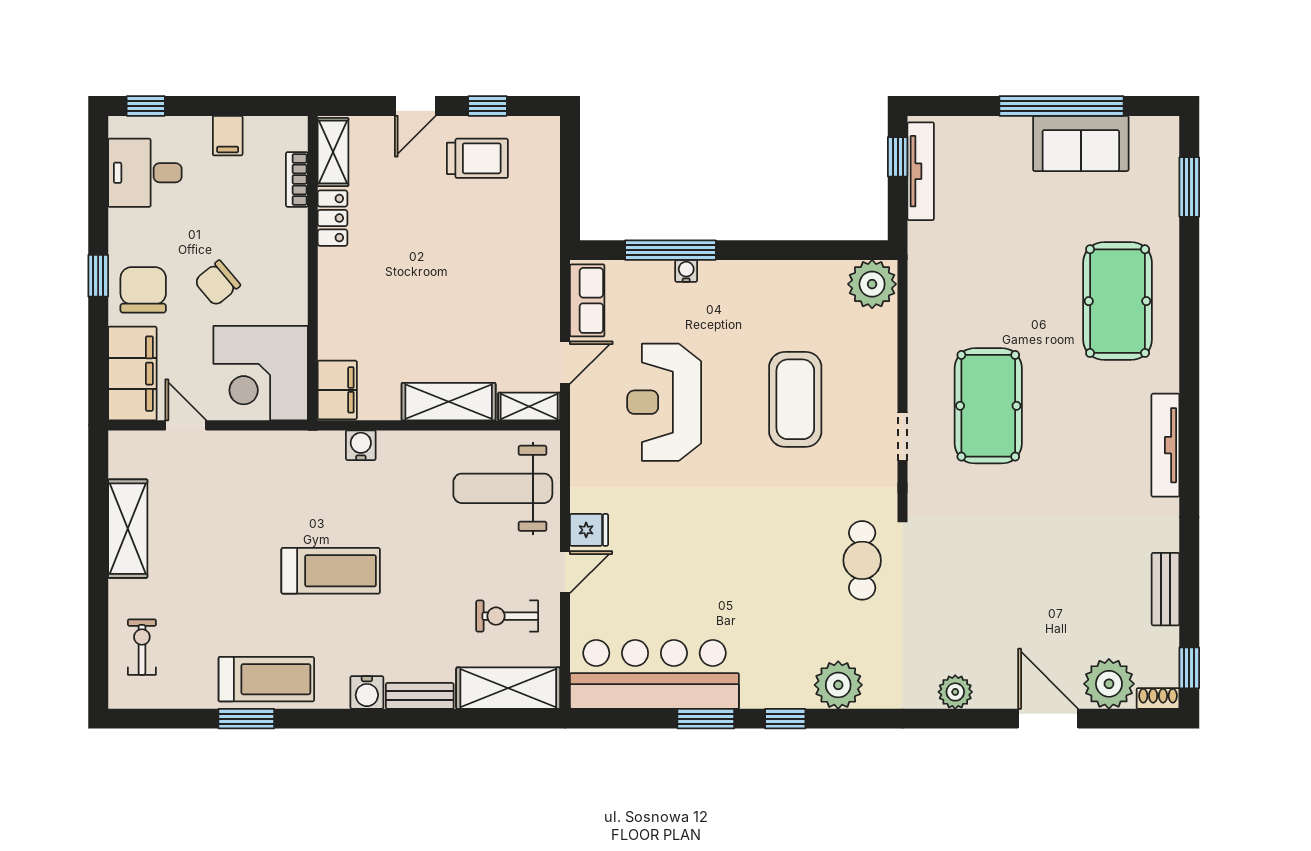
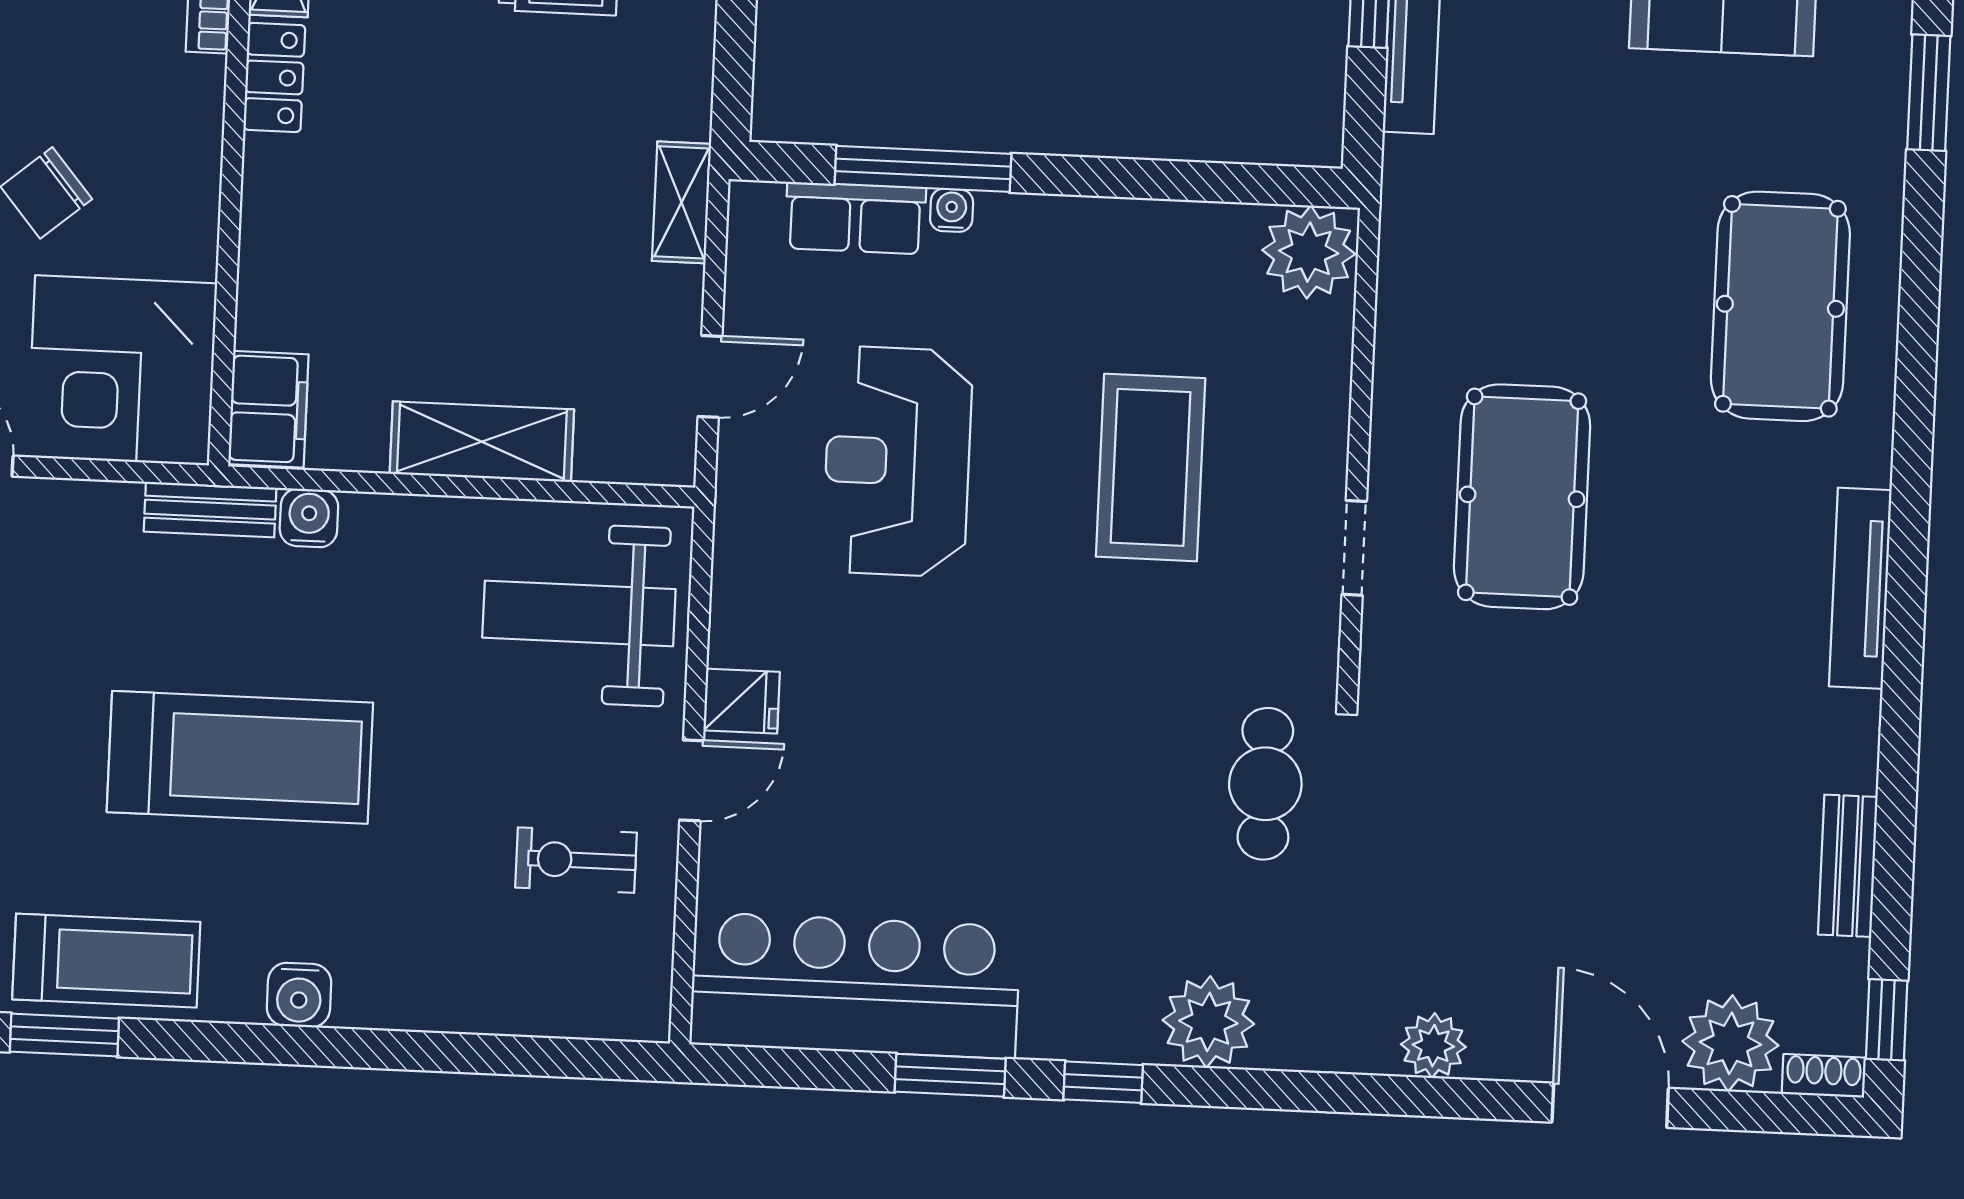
row of seats: (587, 300) -> (855, 218), moved, turned 90
shelving: (529, 407) -> (681, 202), moved, turned 90
treadmill: (331, 571) -> (240, 757), width x1.37, depth x1.38
shelving: (508, 688) -> (572, 999), removed
bench: (420, 696) -> (210, 510), moved

